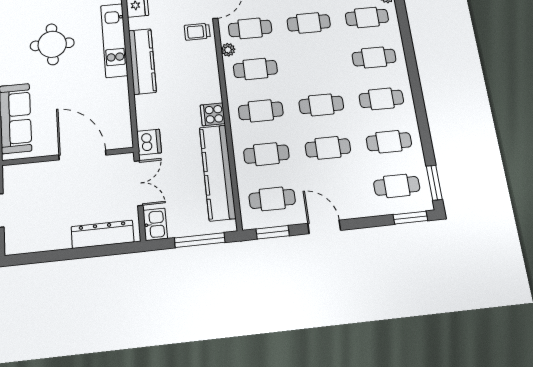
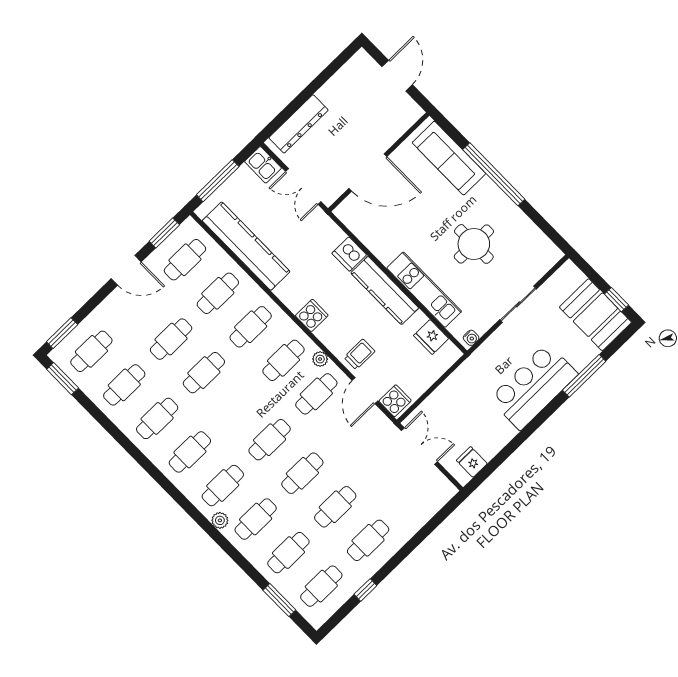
cooker: (213, 114) -> (312, 315), moved
dishwasher: (149, 142) -> (349, 254), moved

